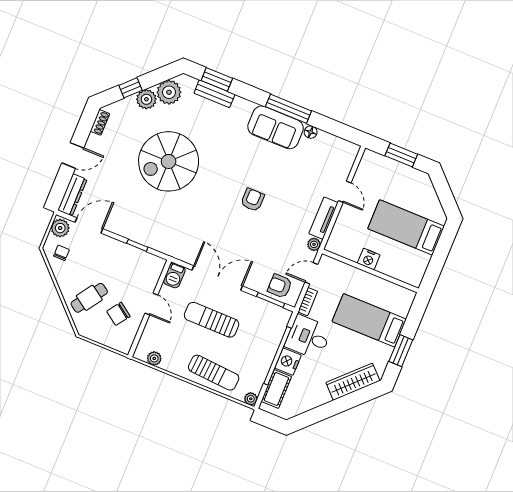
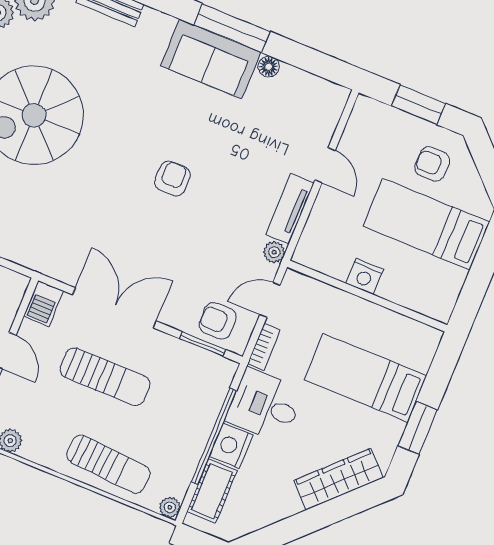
armchair: (410, 191) -> (432, 164), added
sun lounger: (212, 320) -> (105, 377), turned 180

